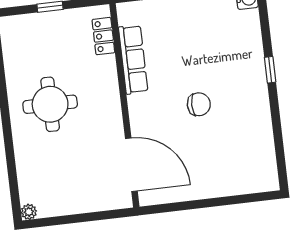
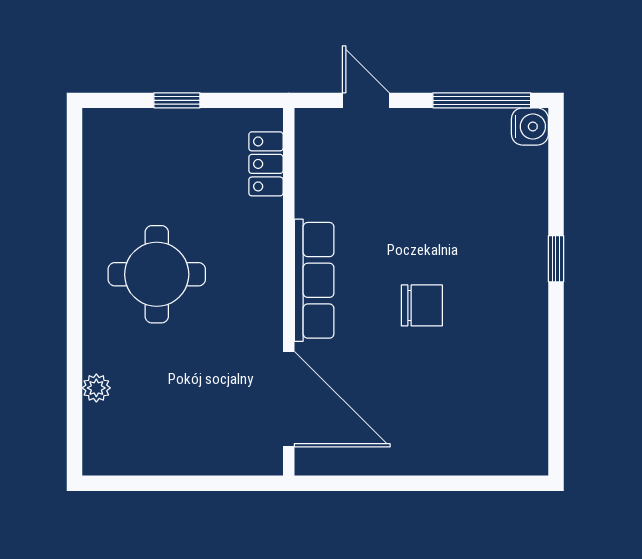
row of seats: (133, 59) -> (314, 280), moved
plant: (29, 212) -> (96, 388), moved

